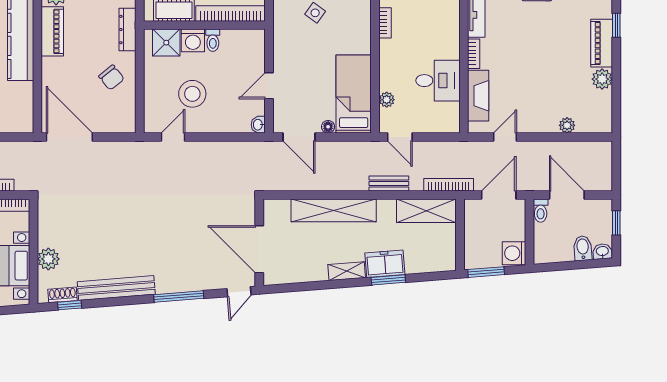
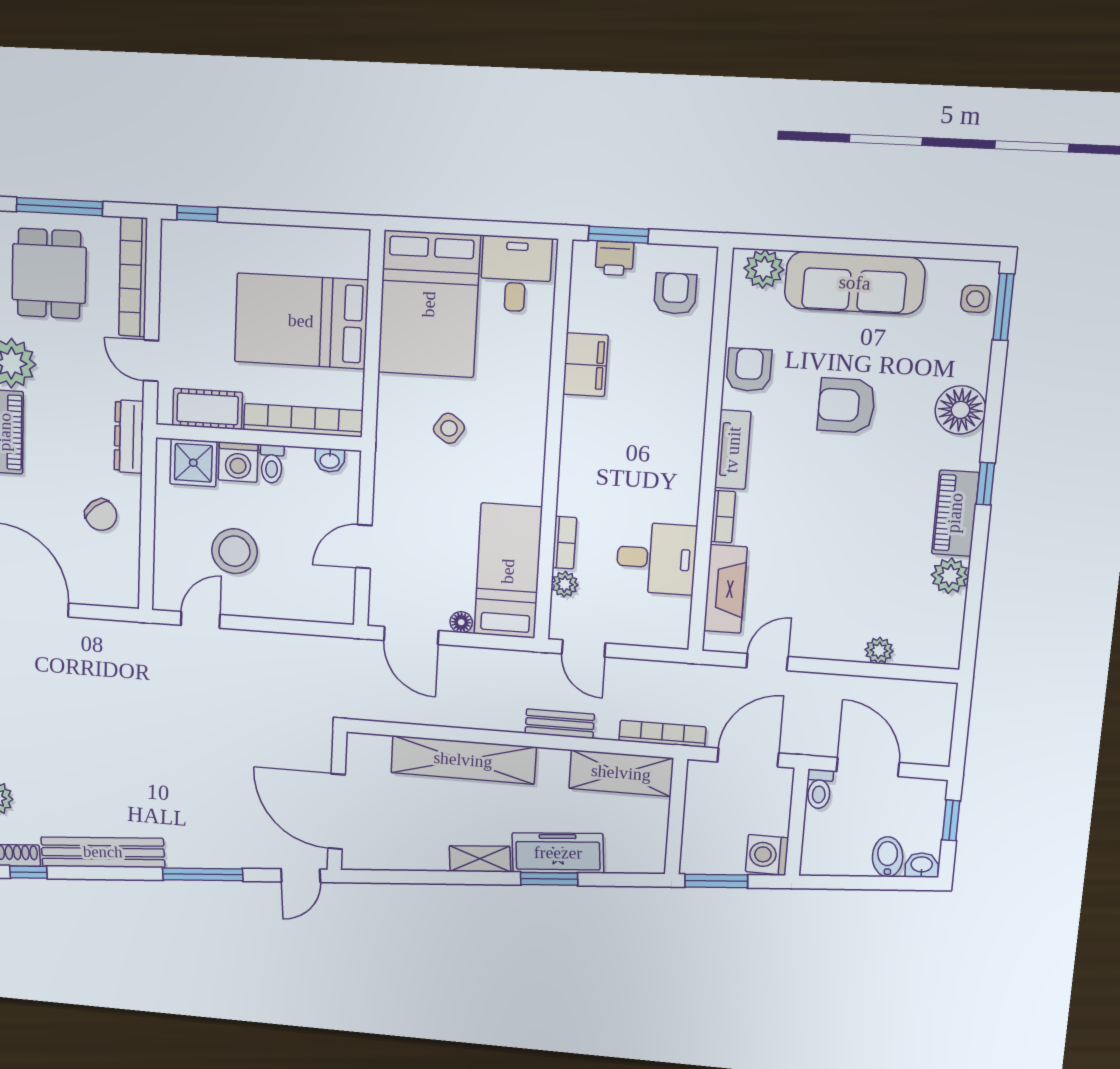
bookcase: (385, 23) -> (564, 543), moved
washbasin: (258, 125) -> (330, 460), moved, turned -90
freezer: (385, 264) -> (558, 853), width x1.40

